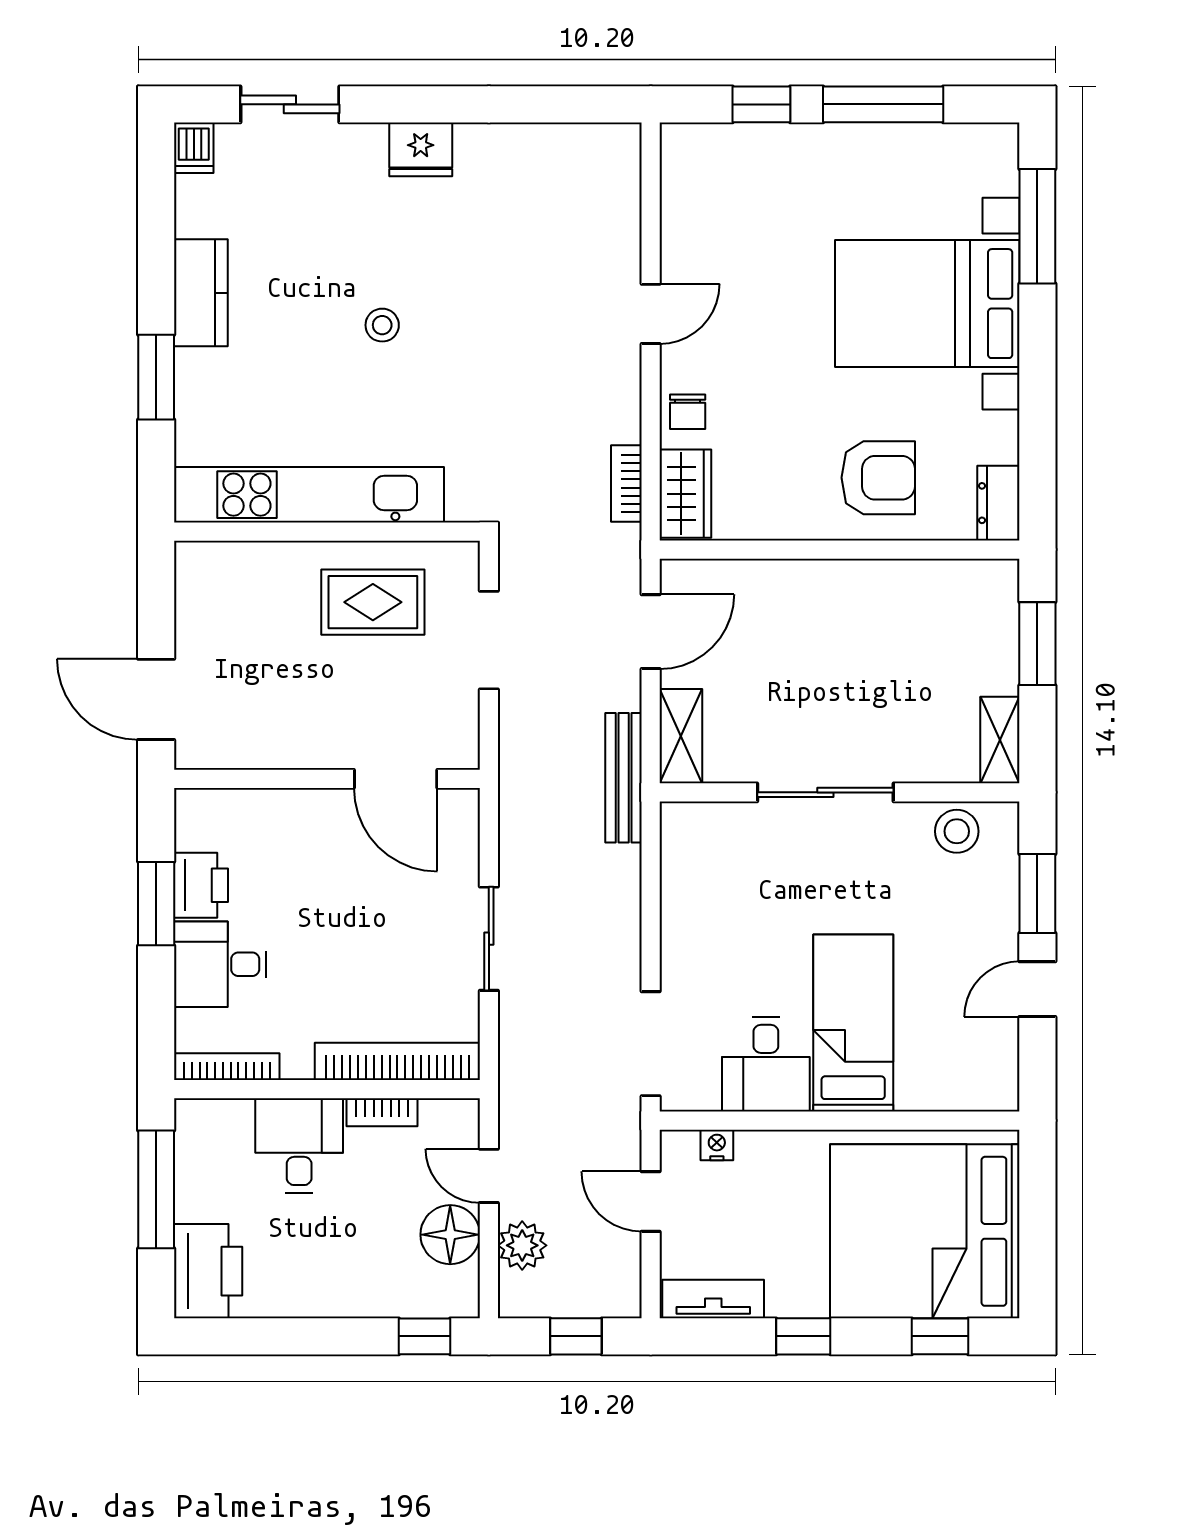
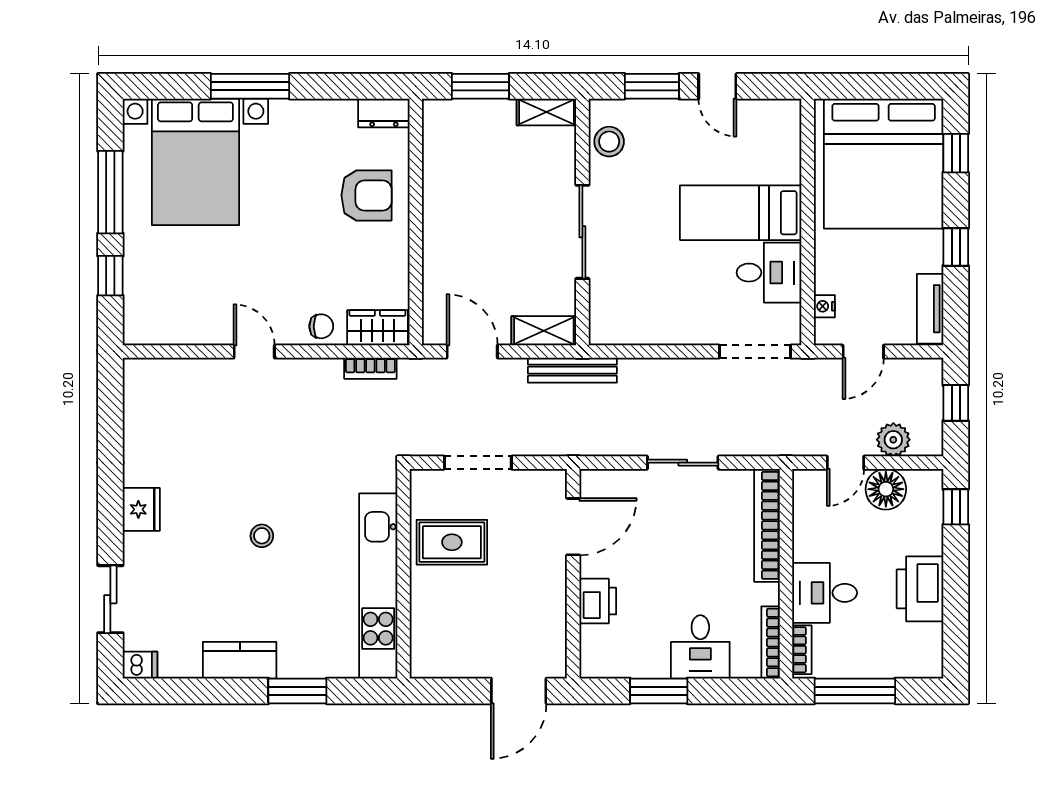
window: (1037, 226) -> (250, 86), moved
bed with nightstands: (927, 304) -> (195, 162), moved
armchair: (878, 478) -> (367, 195), turned 90
rug: (373, 602) -> (452, 542), turned 90
printer: (201, 885) -> (598, 601), moved, turned 90
bookcase: (382, 1112) -> (802, 650), moved
printer: (208, 1271) -> (920, 589), moved, turned -90

